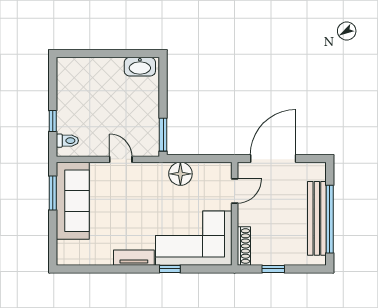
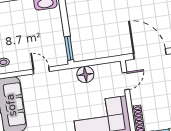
door: (273, 159) -> (150, 54), hinge flipped

